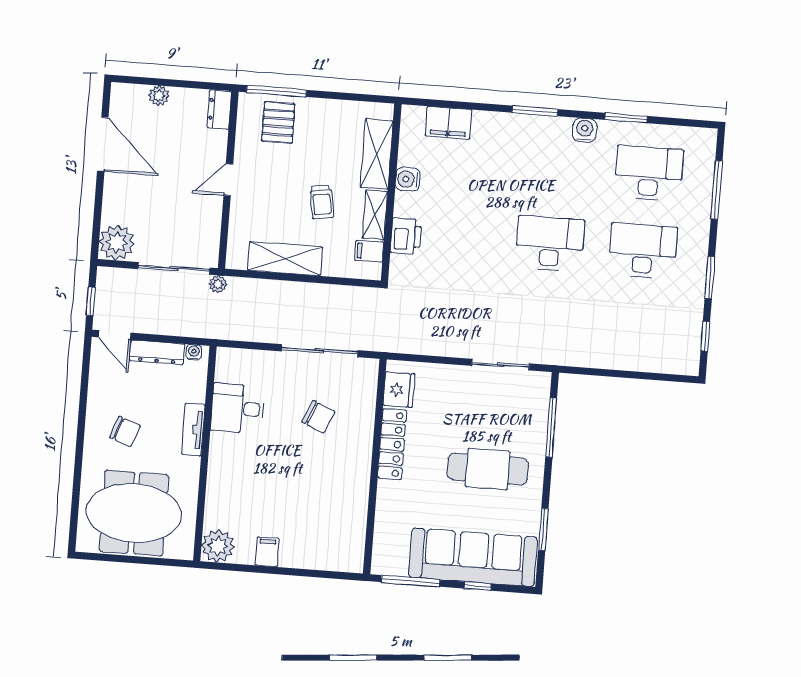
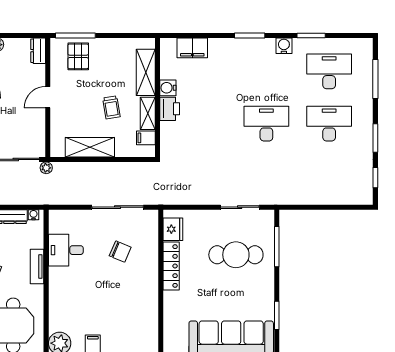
printer: (406, 236) -> (170, 109), moved
cafe table: (488, 469) -> (236, 255), moved

